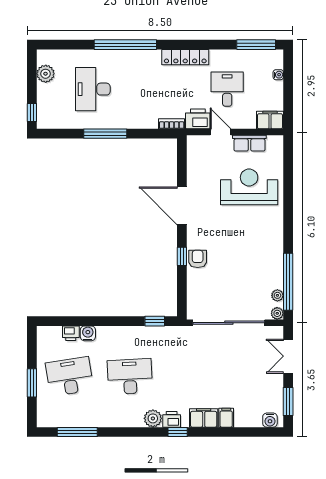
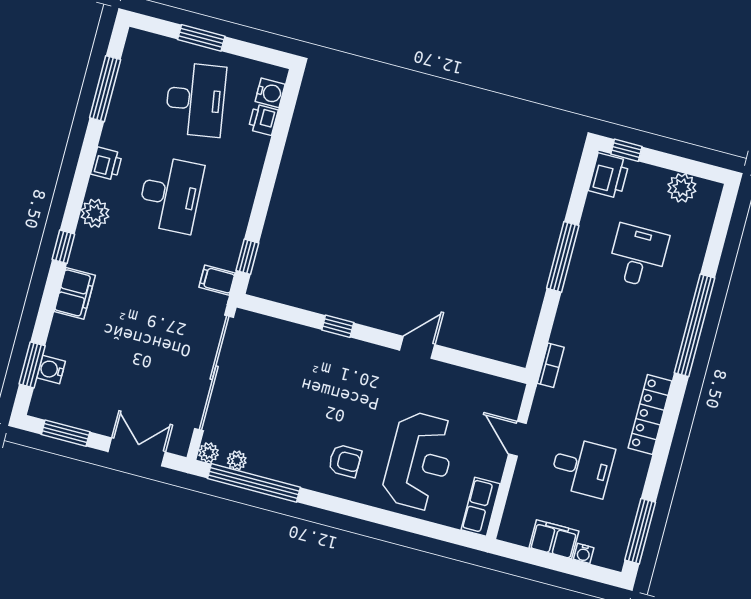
desk: (93, 89) -> (638, 256), width x0.73
printer: (198, 119) -> (609, 176), moved
filing cabinet: (270, 120) -> (554, 539), moved, turned -90
door: (220, 132) -> (517, 439), swing flipped
row of seats: (249, 143) -> (481, 507), moved
door: (182, 206) -> (417, 347), width x0.53
armchair: (198, 259) -> (345, 461), moved
water cooler: (88, 333) -> (270, 93), moved
filing cabinet: (226, 418) -> (217, 280), moved, turned 180
printer: (172, 419) -> (107, 164), moved
water cooler: (270, 420) -> (51, 370), moved
window: (253, 432) -> (32, 365), added

